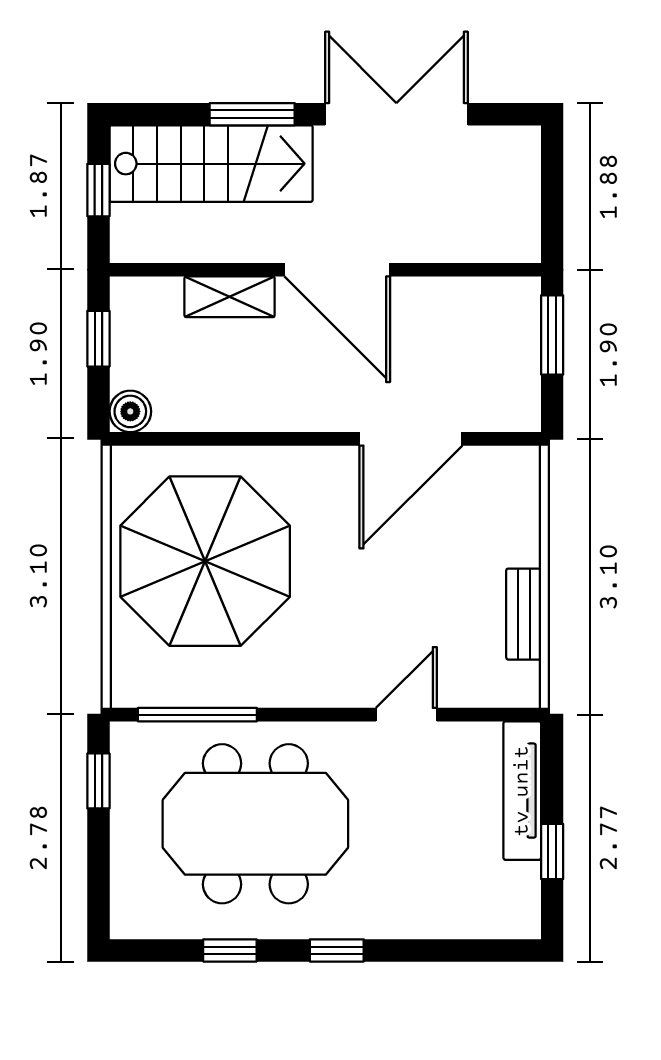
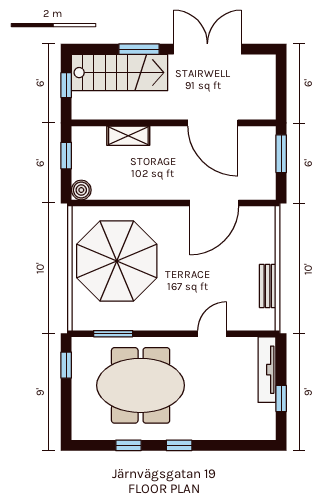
door: (337, 270) -> (213, 123), moved
window: (197, 715) -> (113, 334), width x0.69

